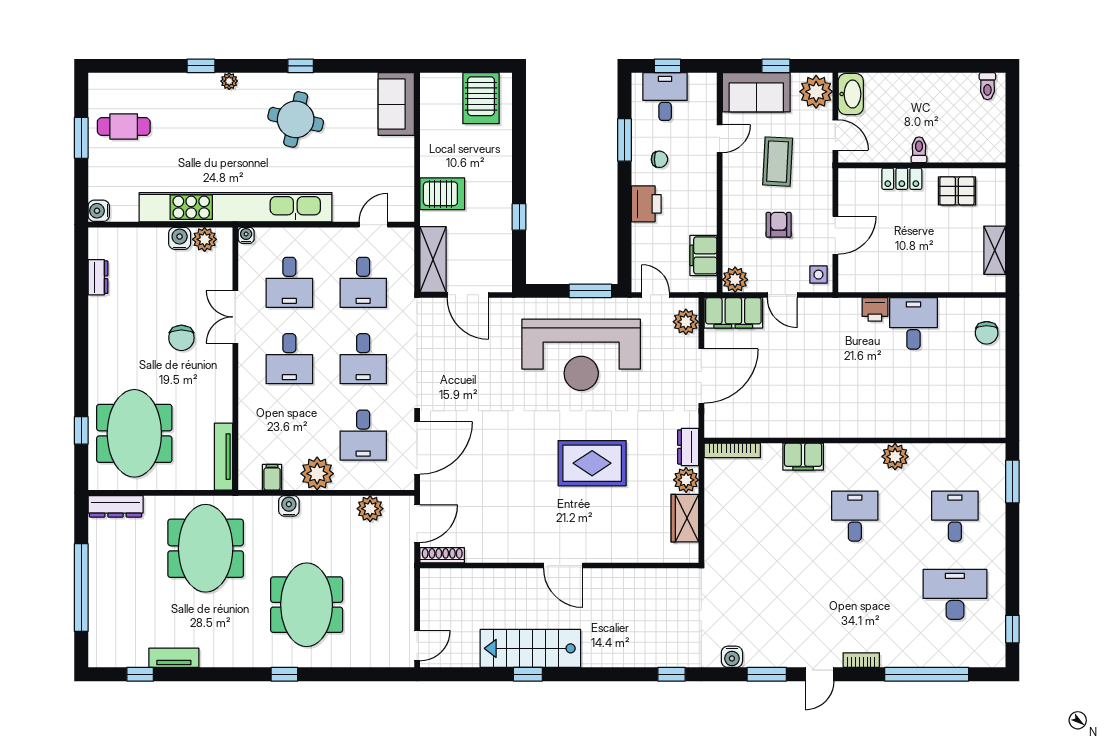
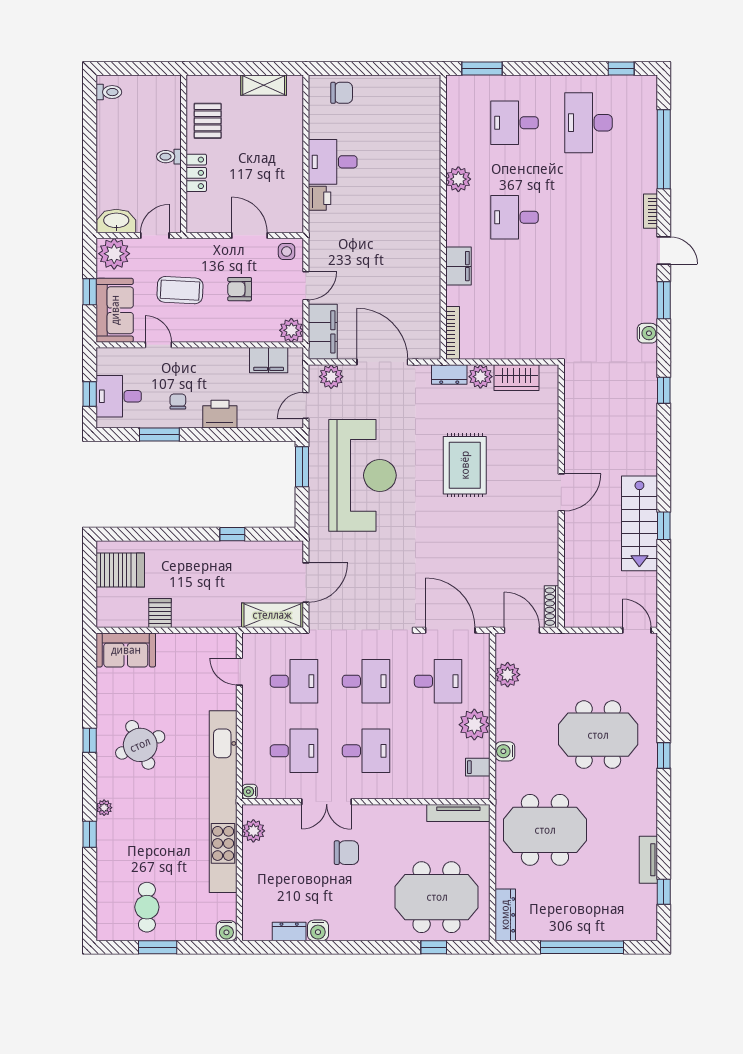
round table: (296, 119) -> (140, 745), turned -37
server rack: (442, 194) -> (160, 613), moved, width x0.73, depth x0.70
water cooler: (180, 238) -> (318, 930), moved, turned -90

